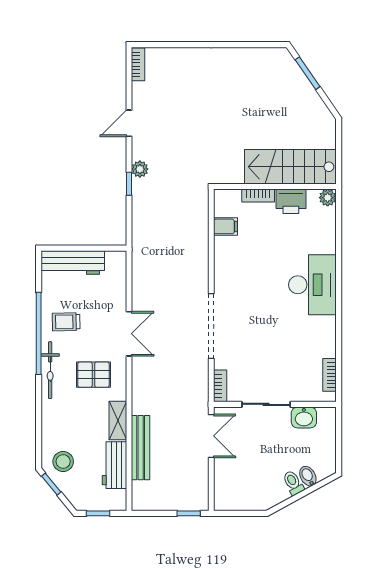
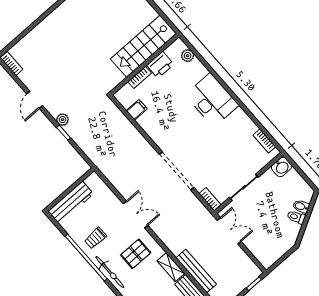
plant: (328, 198) -> (188, 56), moved
washbasin: (304, 417) -> (282, 167), moved

